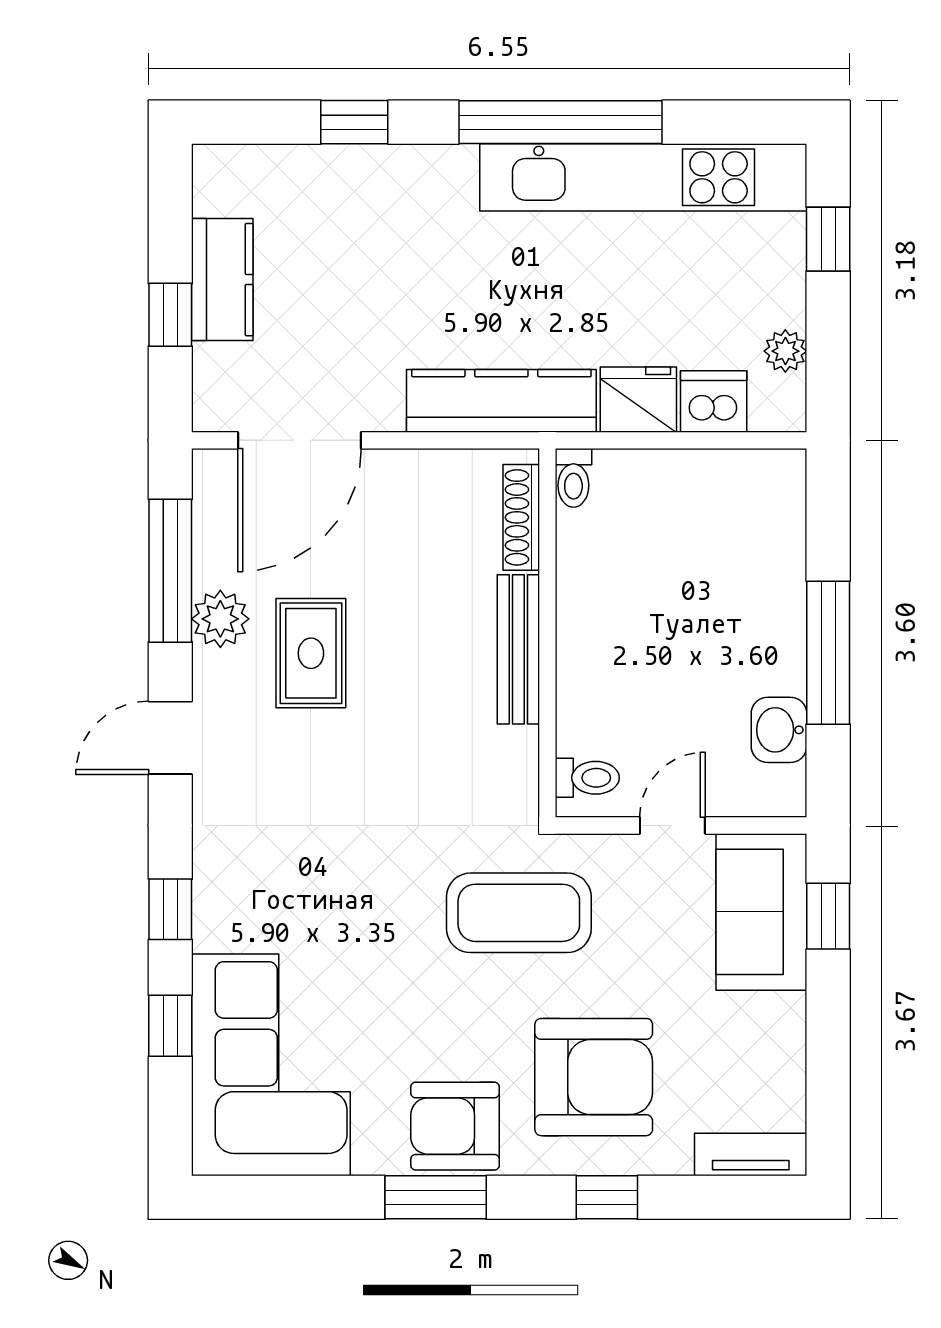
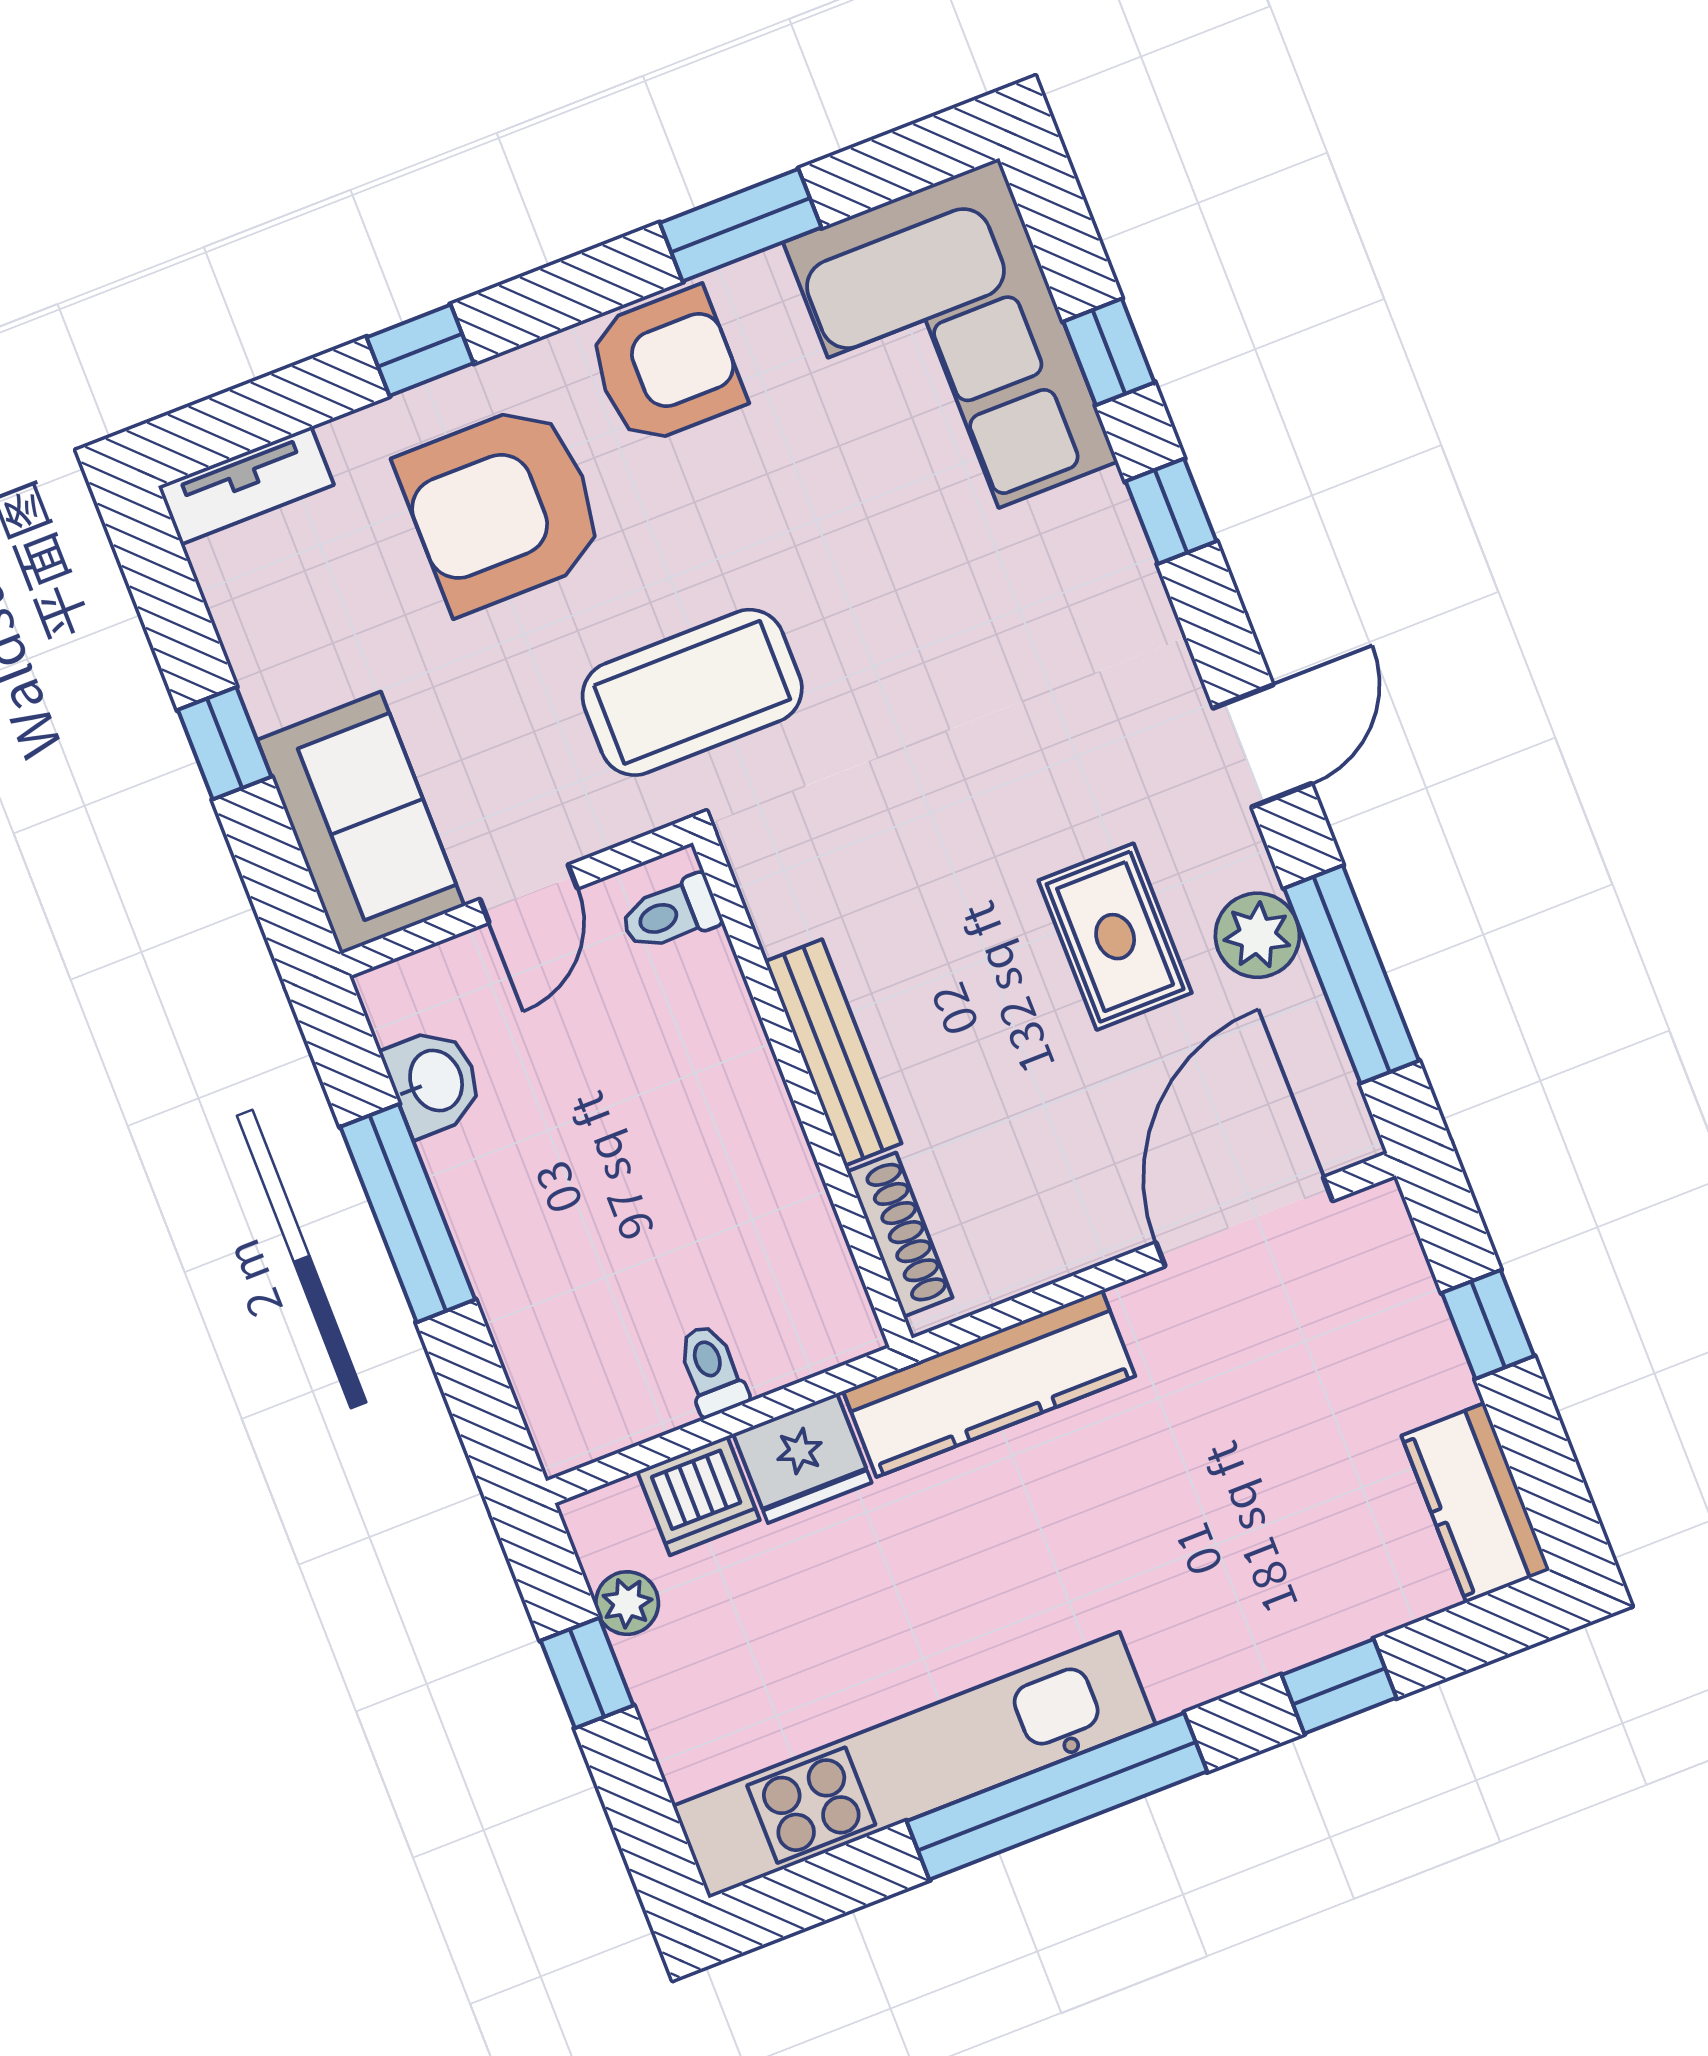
window: (828, 239) -> (587, 1673), moved
kitchen counter: (222, 280) -> (1476, 1503), moved
toilet: (573, 478) -> (712, 1370), moved
window: (828, 916) -> (225, 743), moved
window: (436, 1197) -> (741, 225), moved

